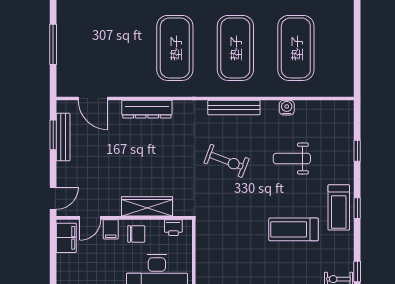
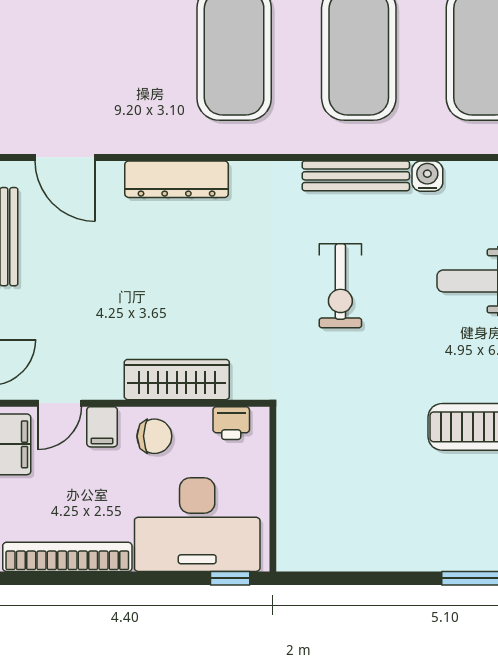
water cooler: (287, 108) -> (427, 176), moved
exercise bike: (226, 161) -> (340, 286), turned 69

